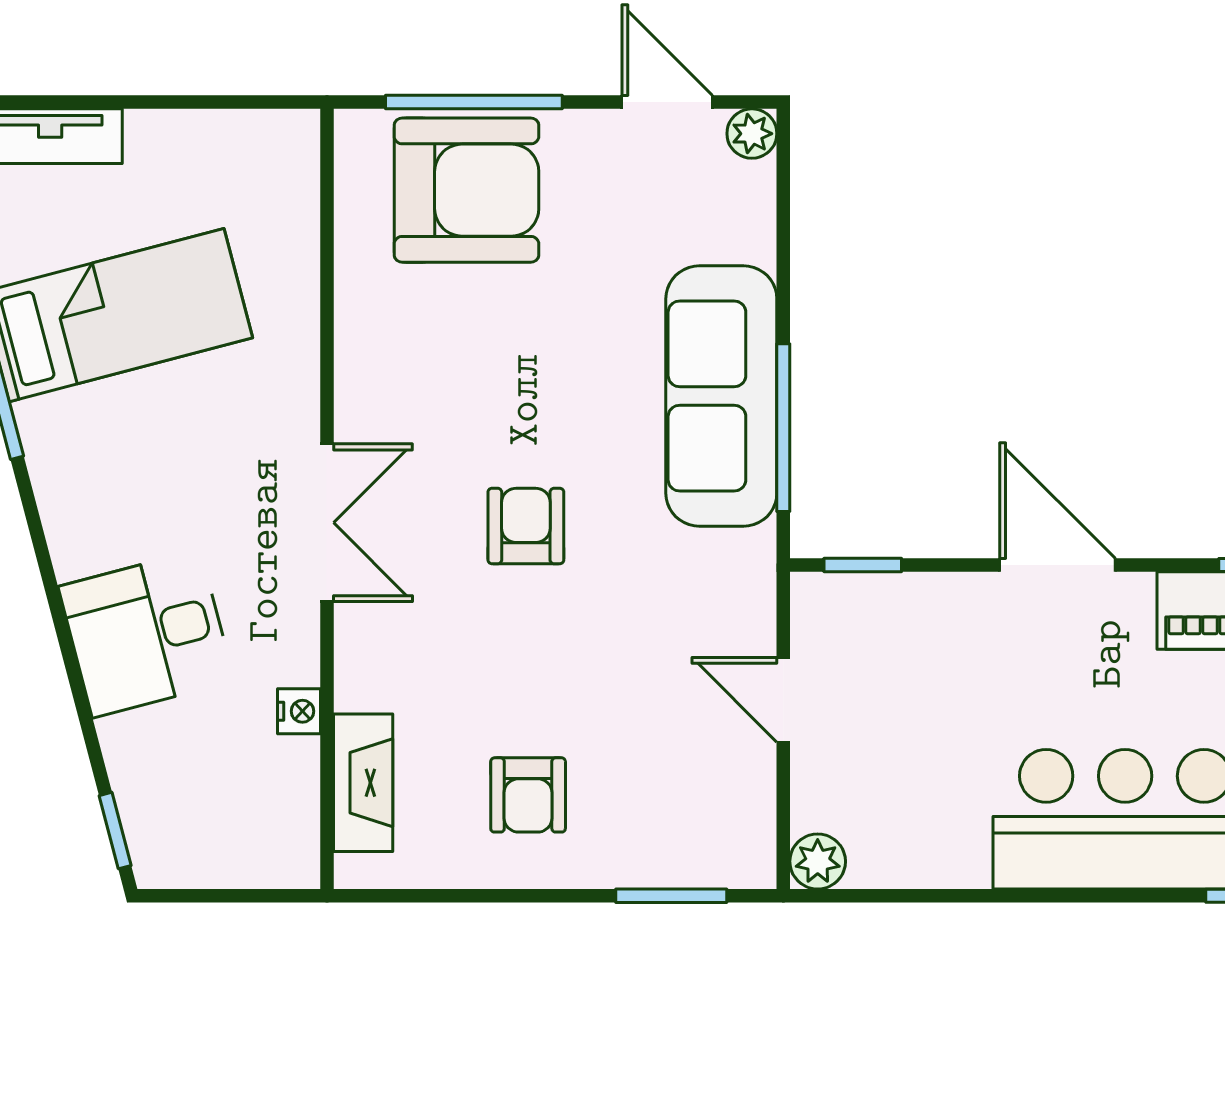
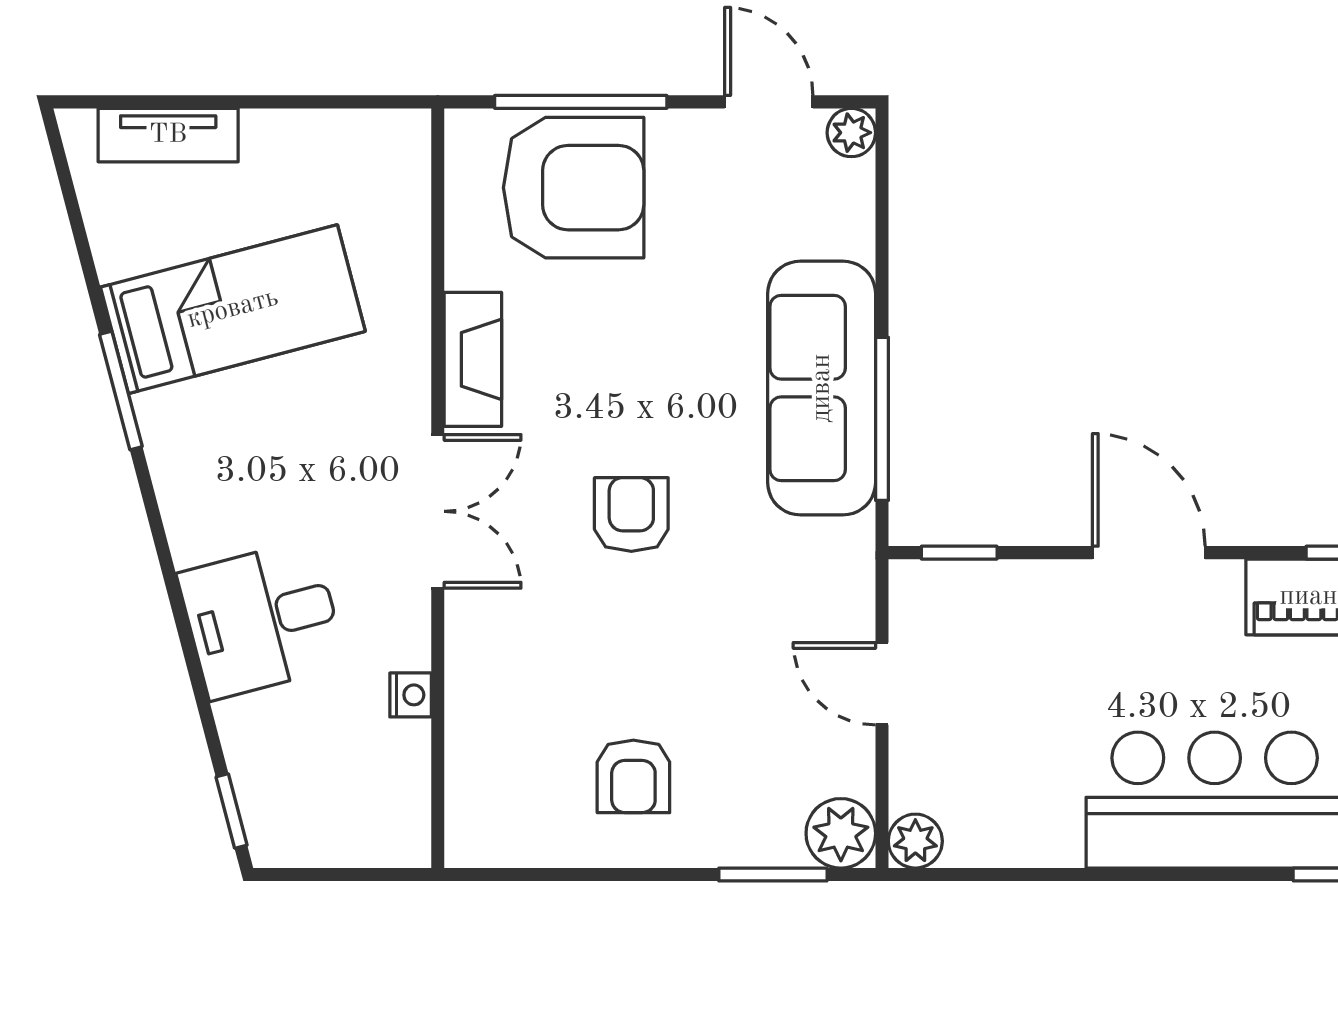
fireplace: (363, 783) -> (473, 359), moved
plant: (741, 853) -> (841, 833), added

